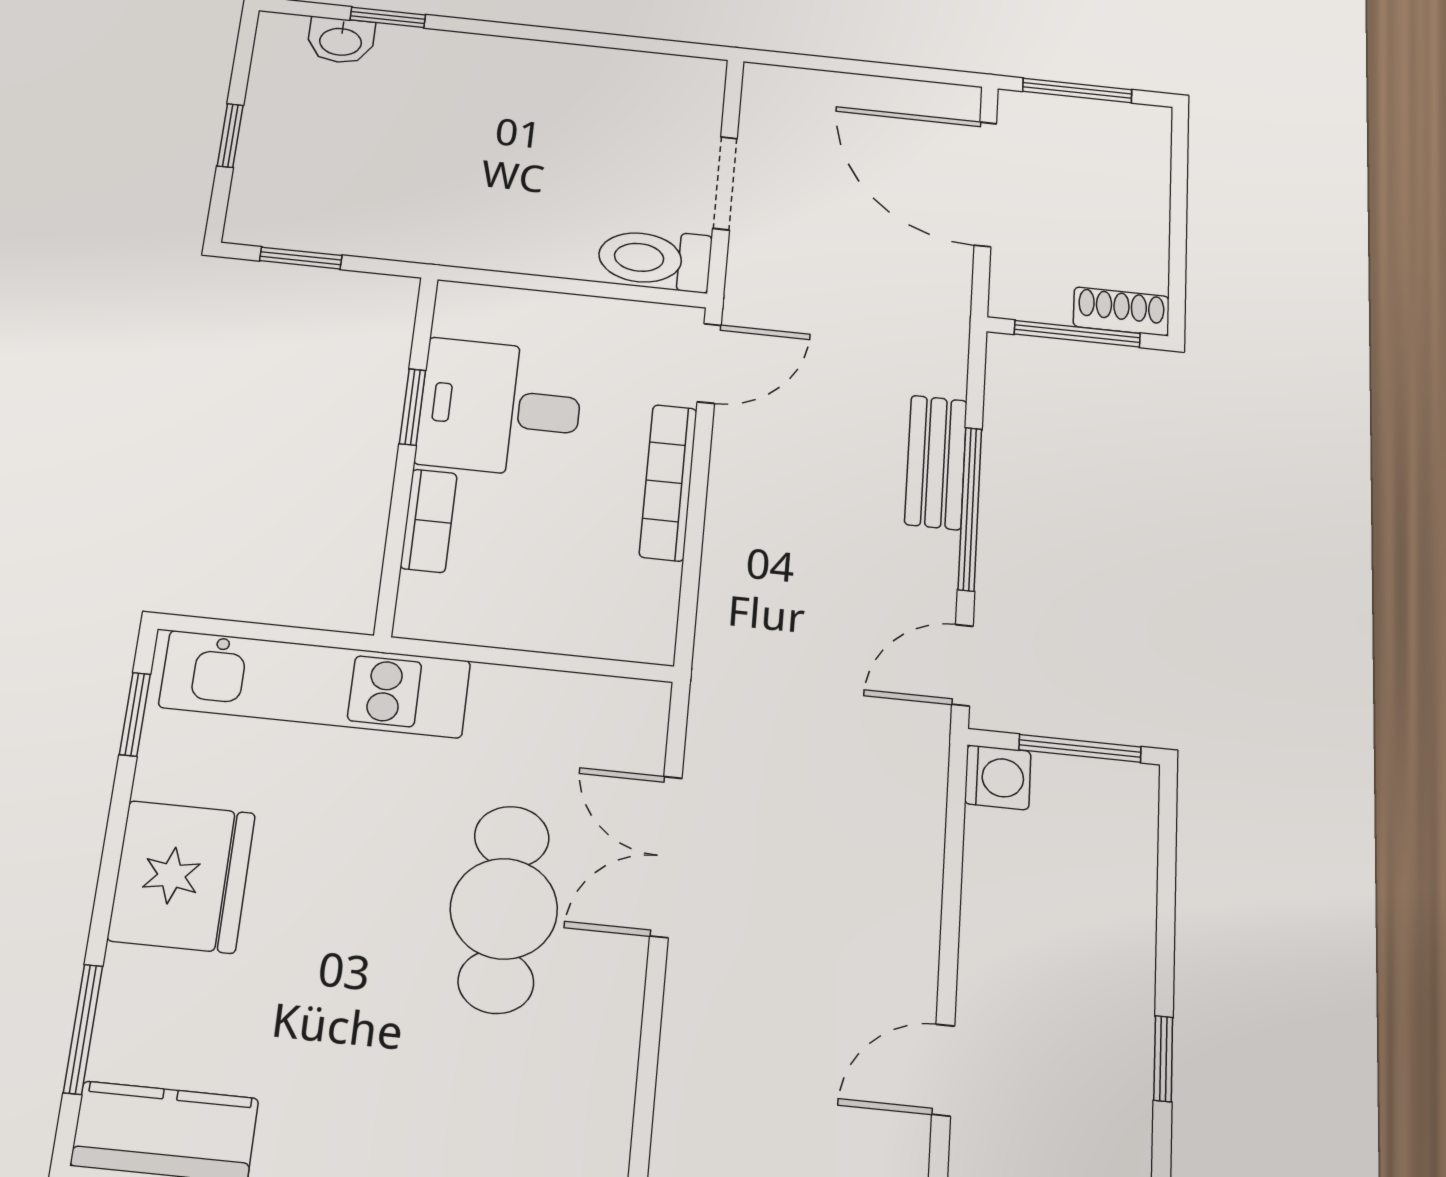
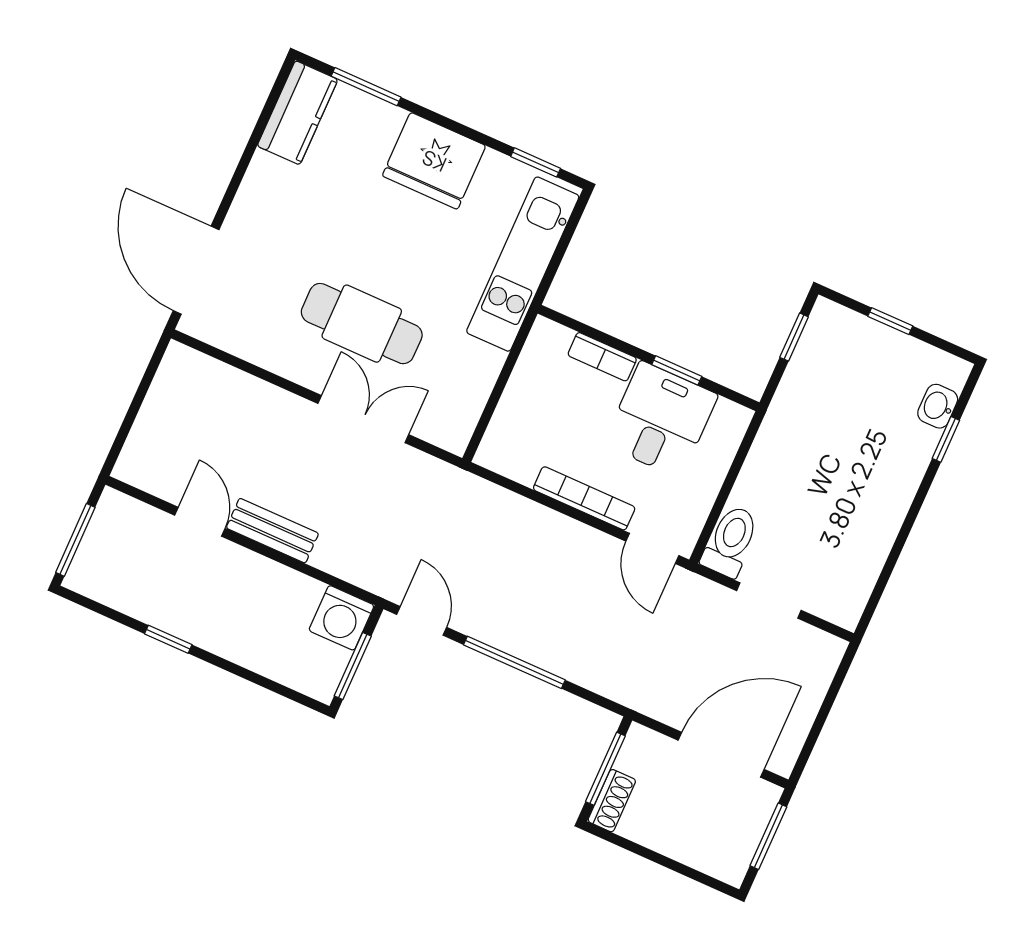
bench: (936, 462) -> (272, 531), moved
washing machine: (998, 777) -> (341, 618), width x1.38, depth x1.38

